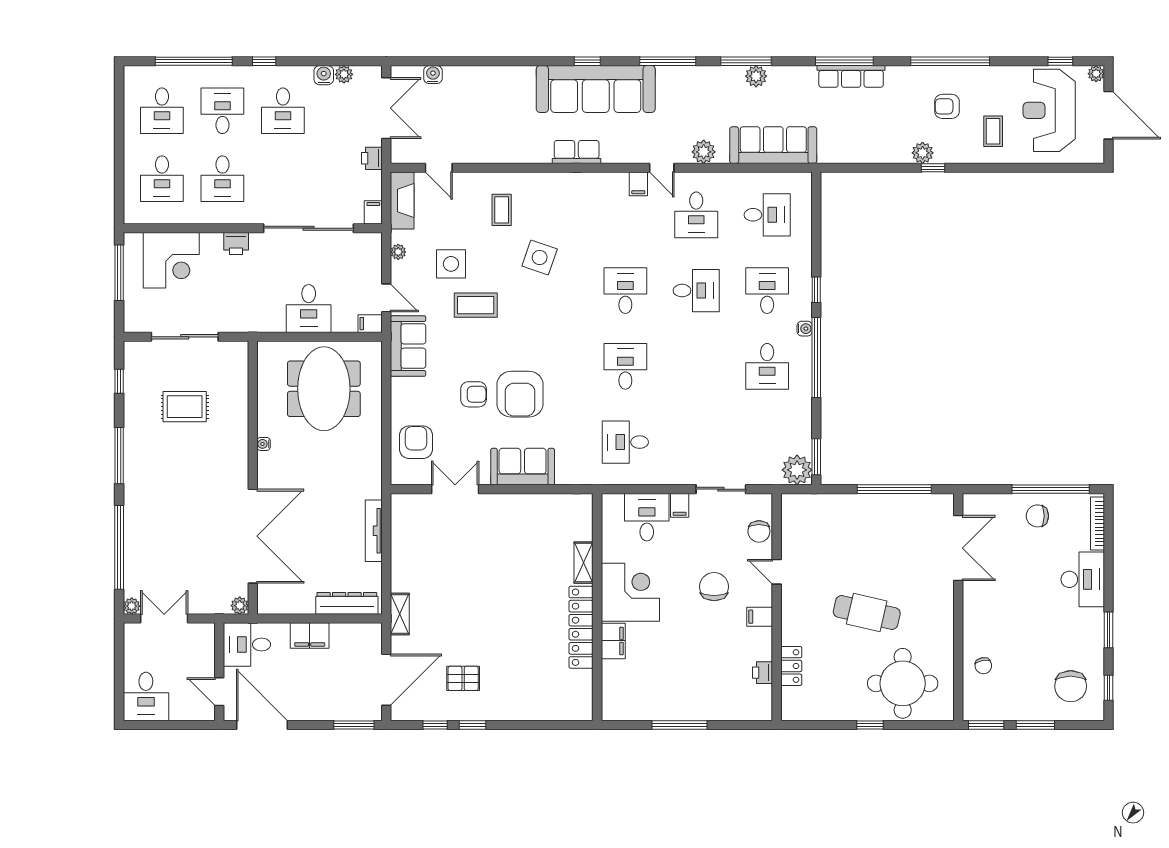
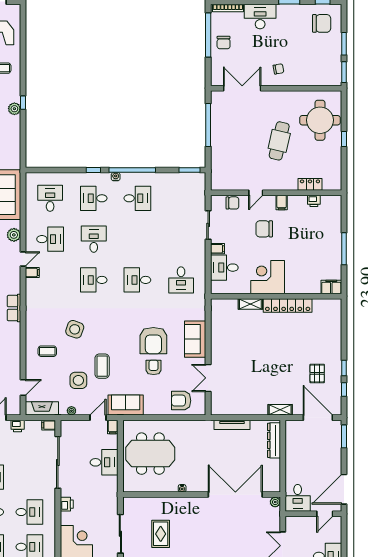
armchair: (520, 394) -> (153, 341), turned 90
plant: (797, 470) -> (197, 181), removed
filing cabinet: (310, 636) -> (292, 462), removed
filing cabinet: (613, 641) -> (331, 287), moved
chair: (983, 666) -> (278, 69), moved

